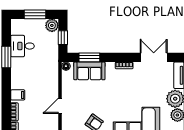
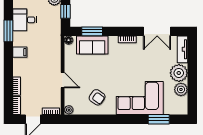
double door: (154, 57) -> (157, 31), swing flipped
filing cabinet: (18, 95) -> (20, 52), moved
door: (60, 106) -> (63, 80), swing flipped

